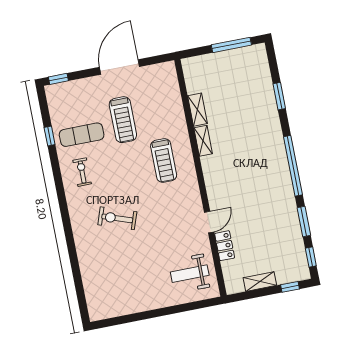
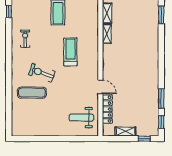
exercise mat: (82, 135) -> (32, 93), moved
treadmill: (164, 161) -> (70, 52), moved, turned 180
window: (293, 166) -> (161, 61), removed
door: (209, 222) -> (100, 87), hinge flipped
locker: (225, 246) -> (107, 109), width x1.53

